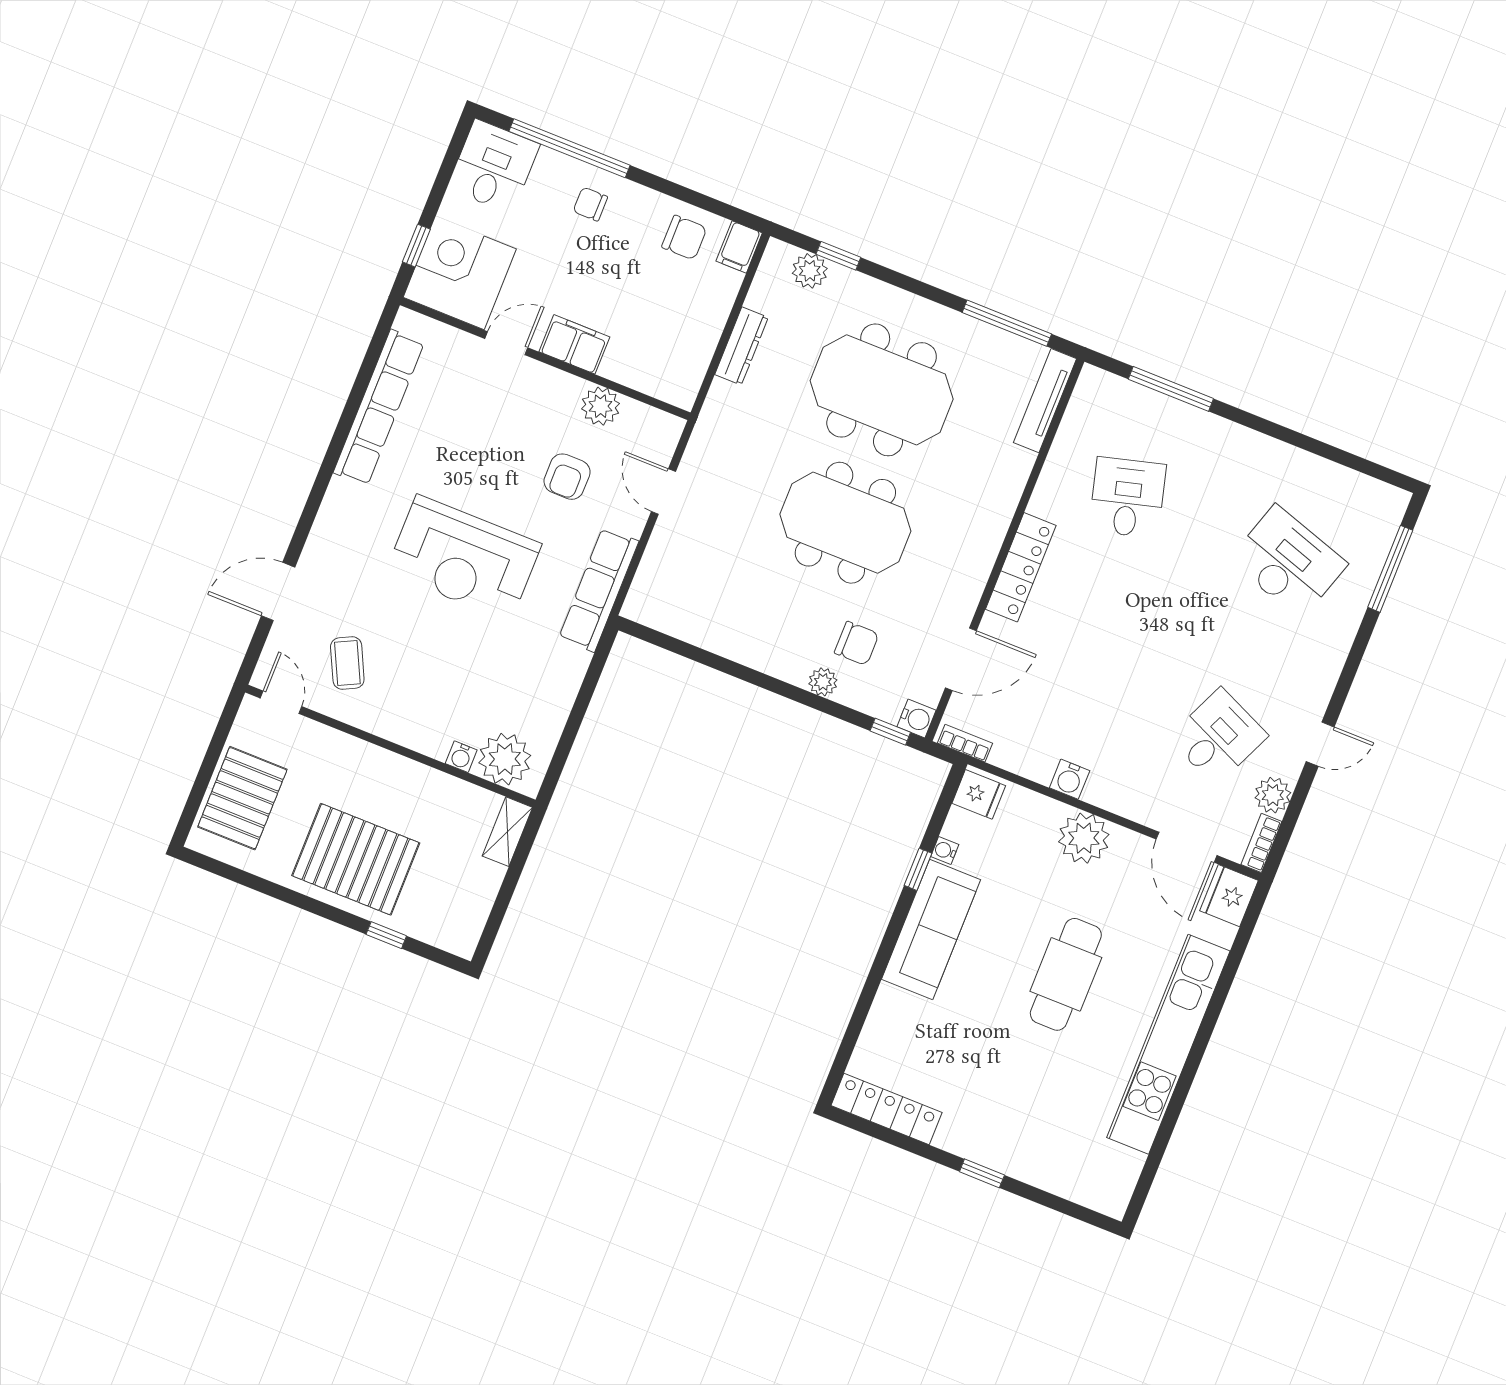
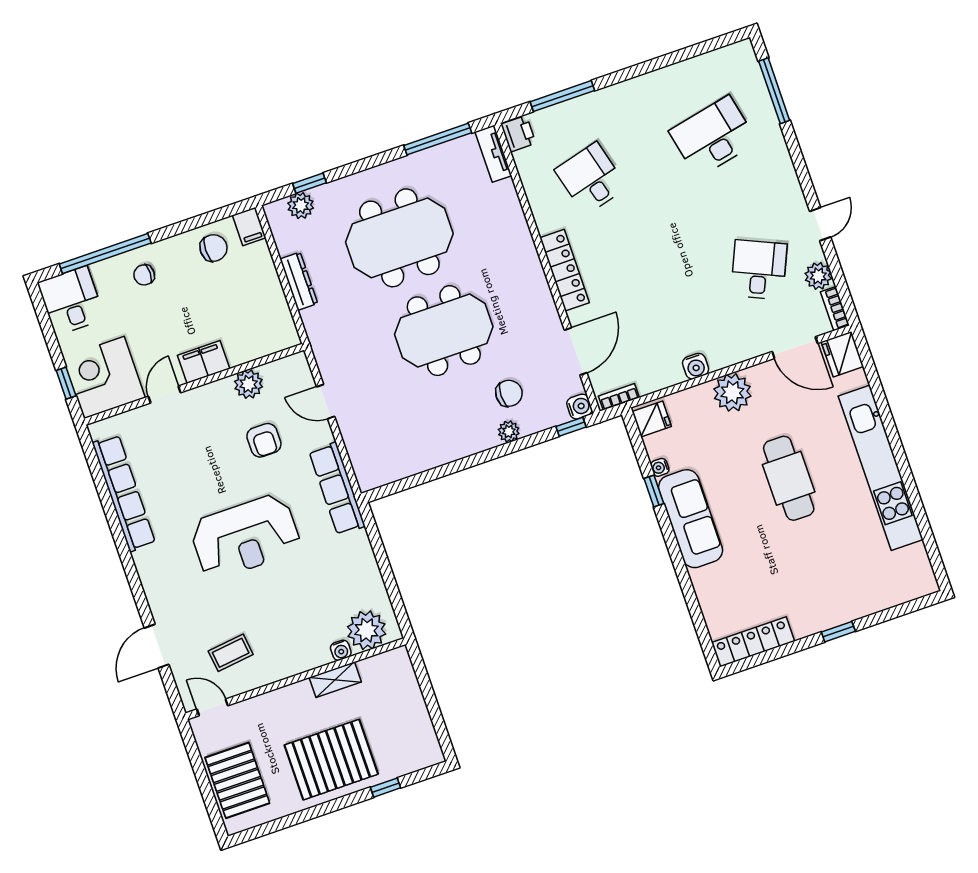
printer: (1093, 388) -> (518, 134), added
tv unit: (1045, 401) -> (493, 154), width x0.71
desk: (1288, 562) -> (713, 137), turned -30
coffee table: (347, 663) -> (231, 653), turned -71
shelving: (507, 832) -> (335, 680), moved, turned 90

